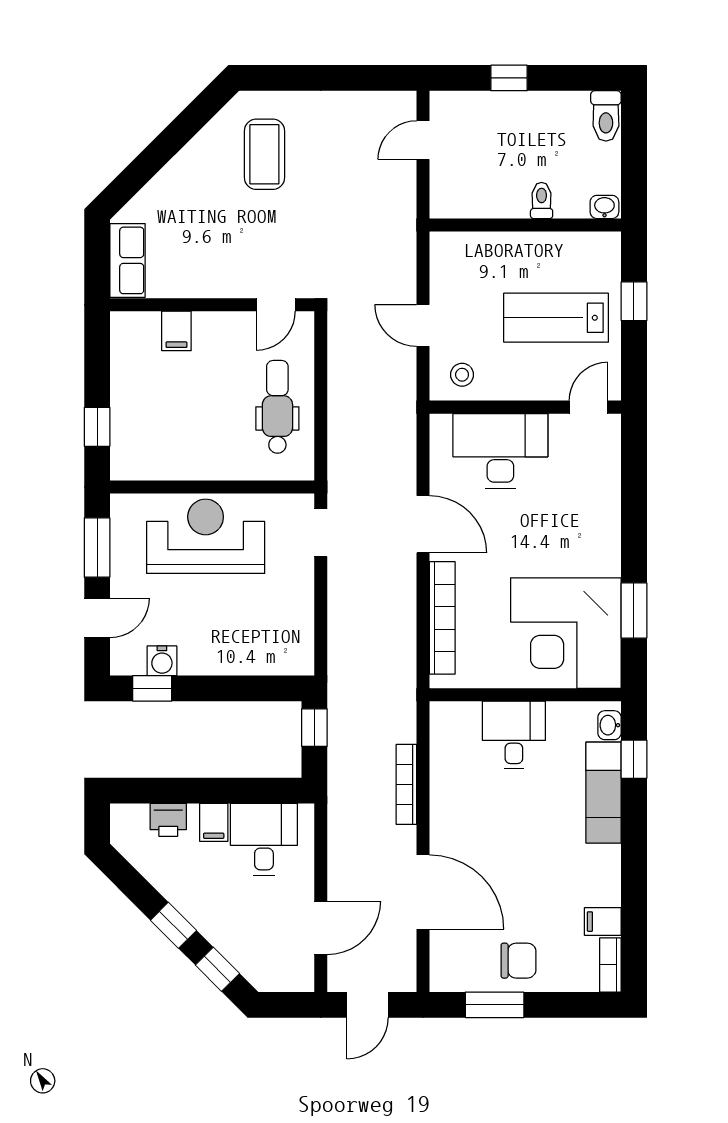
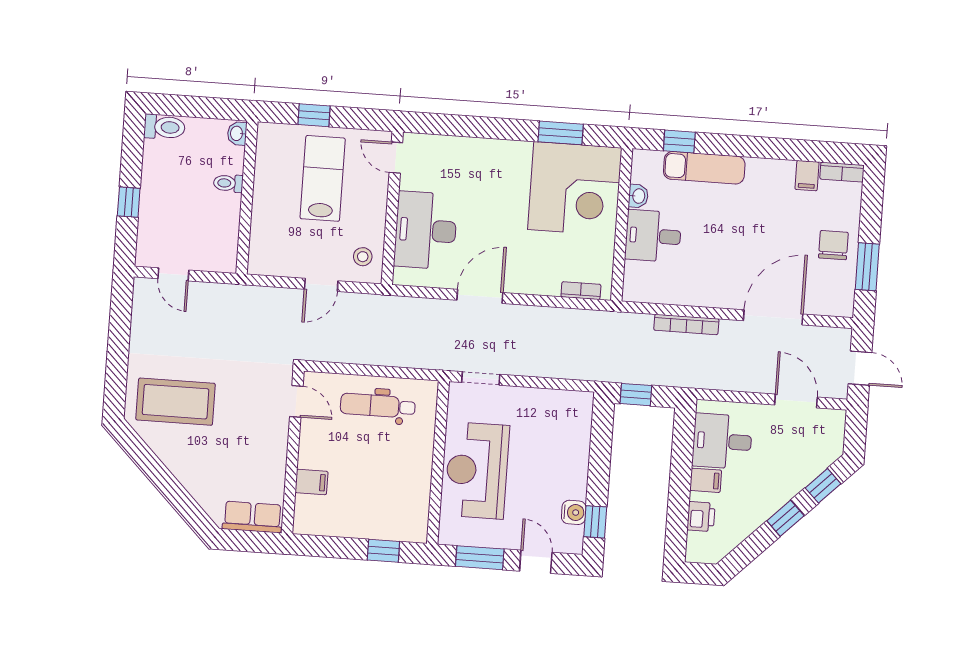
coffee table: (264, 154) -> (176, 402), width x1.36, depth x1.32
lab bench: (556, 318) -> (323, 178), turned 180
bookcase: (442, 618) -> (581, 291), width x0.43, depth x0.76
washbasin: (610, 725) -> (638, 196), moved, turned -90

